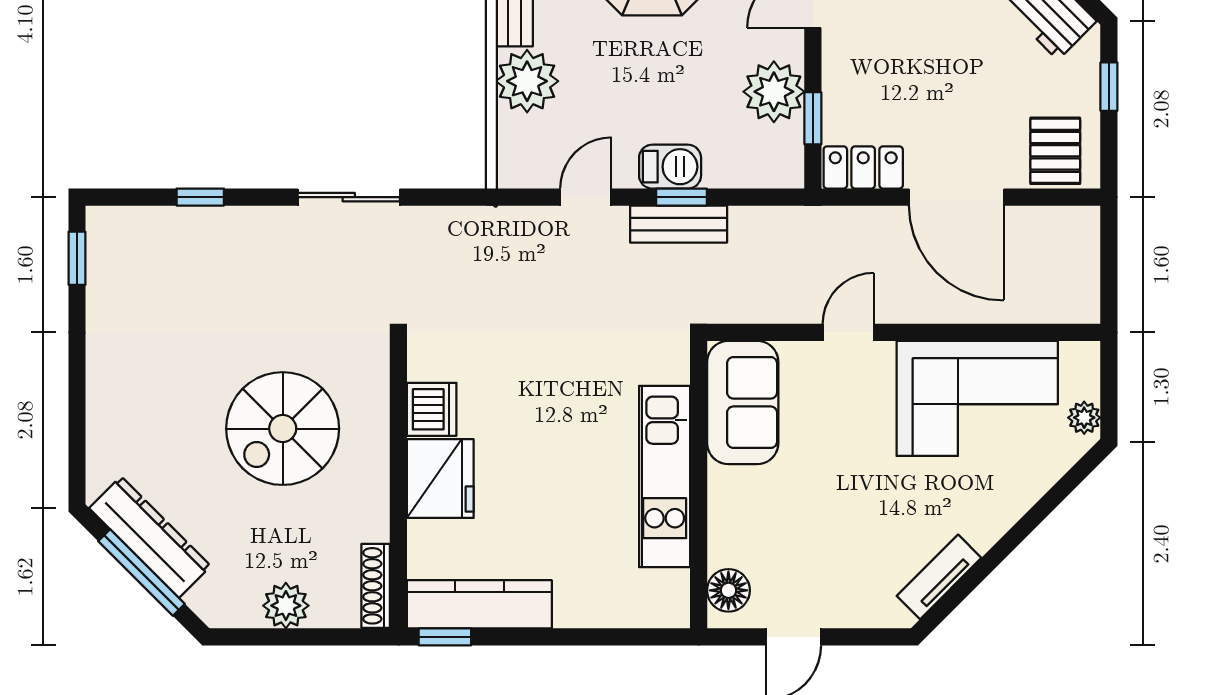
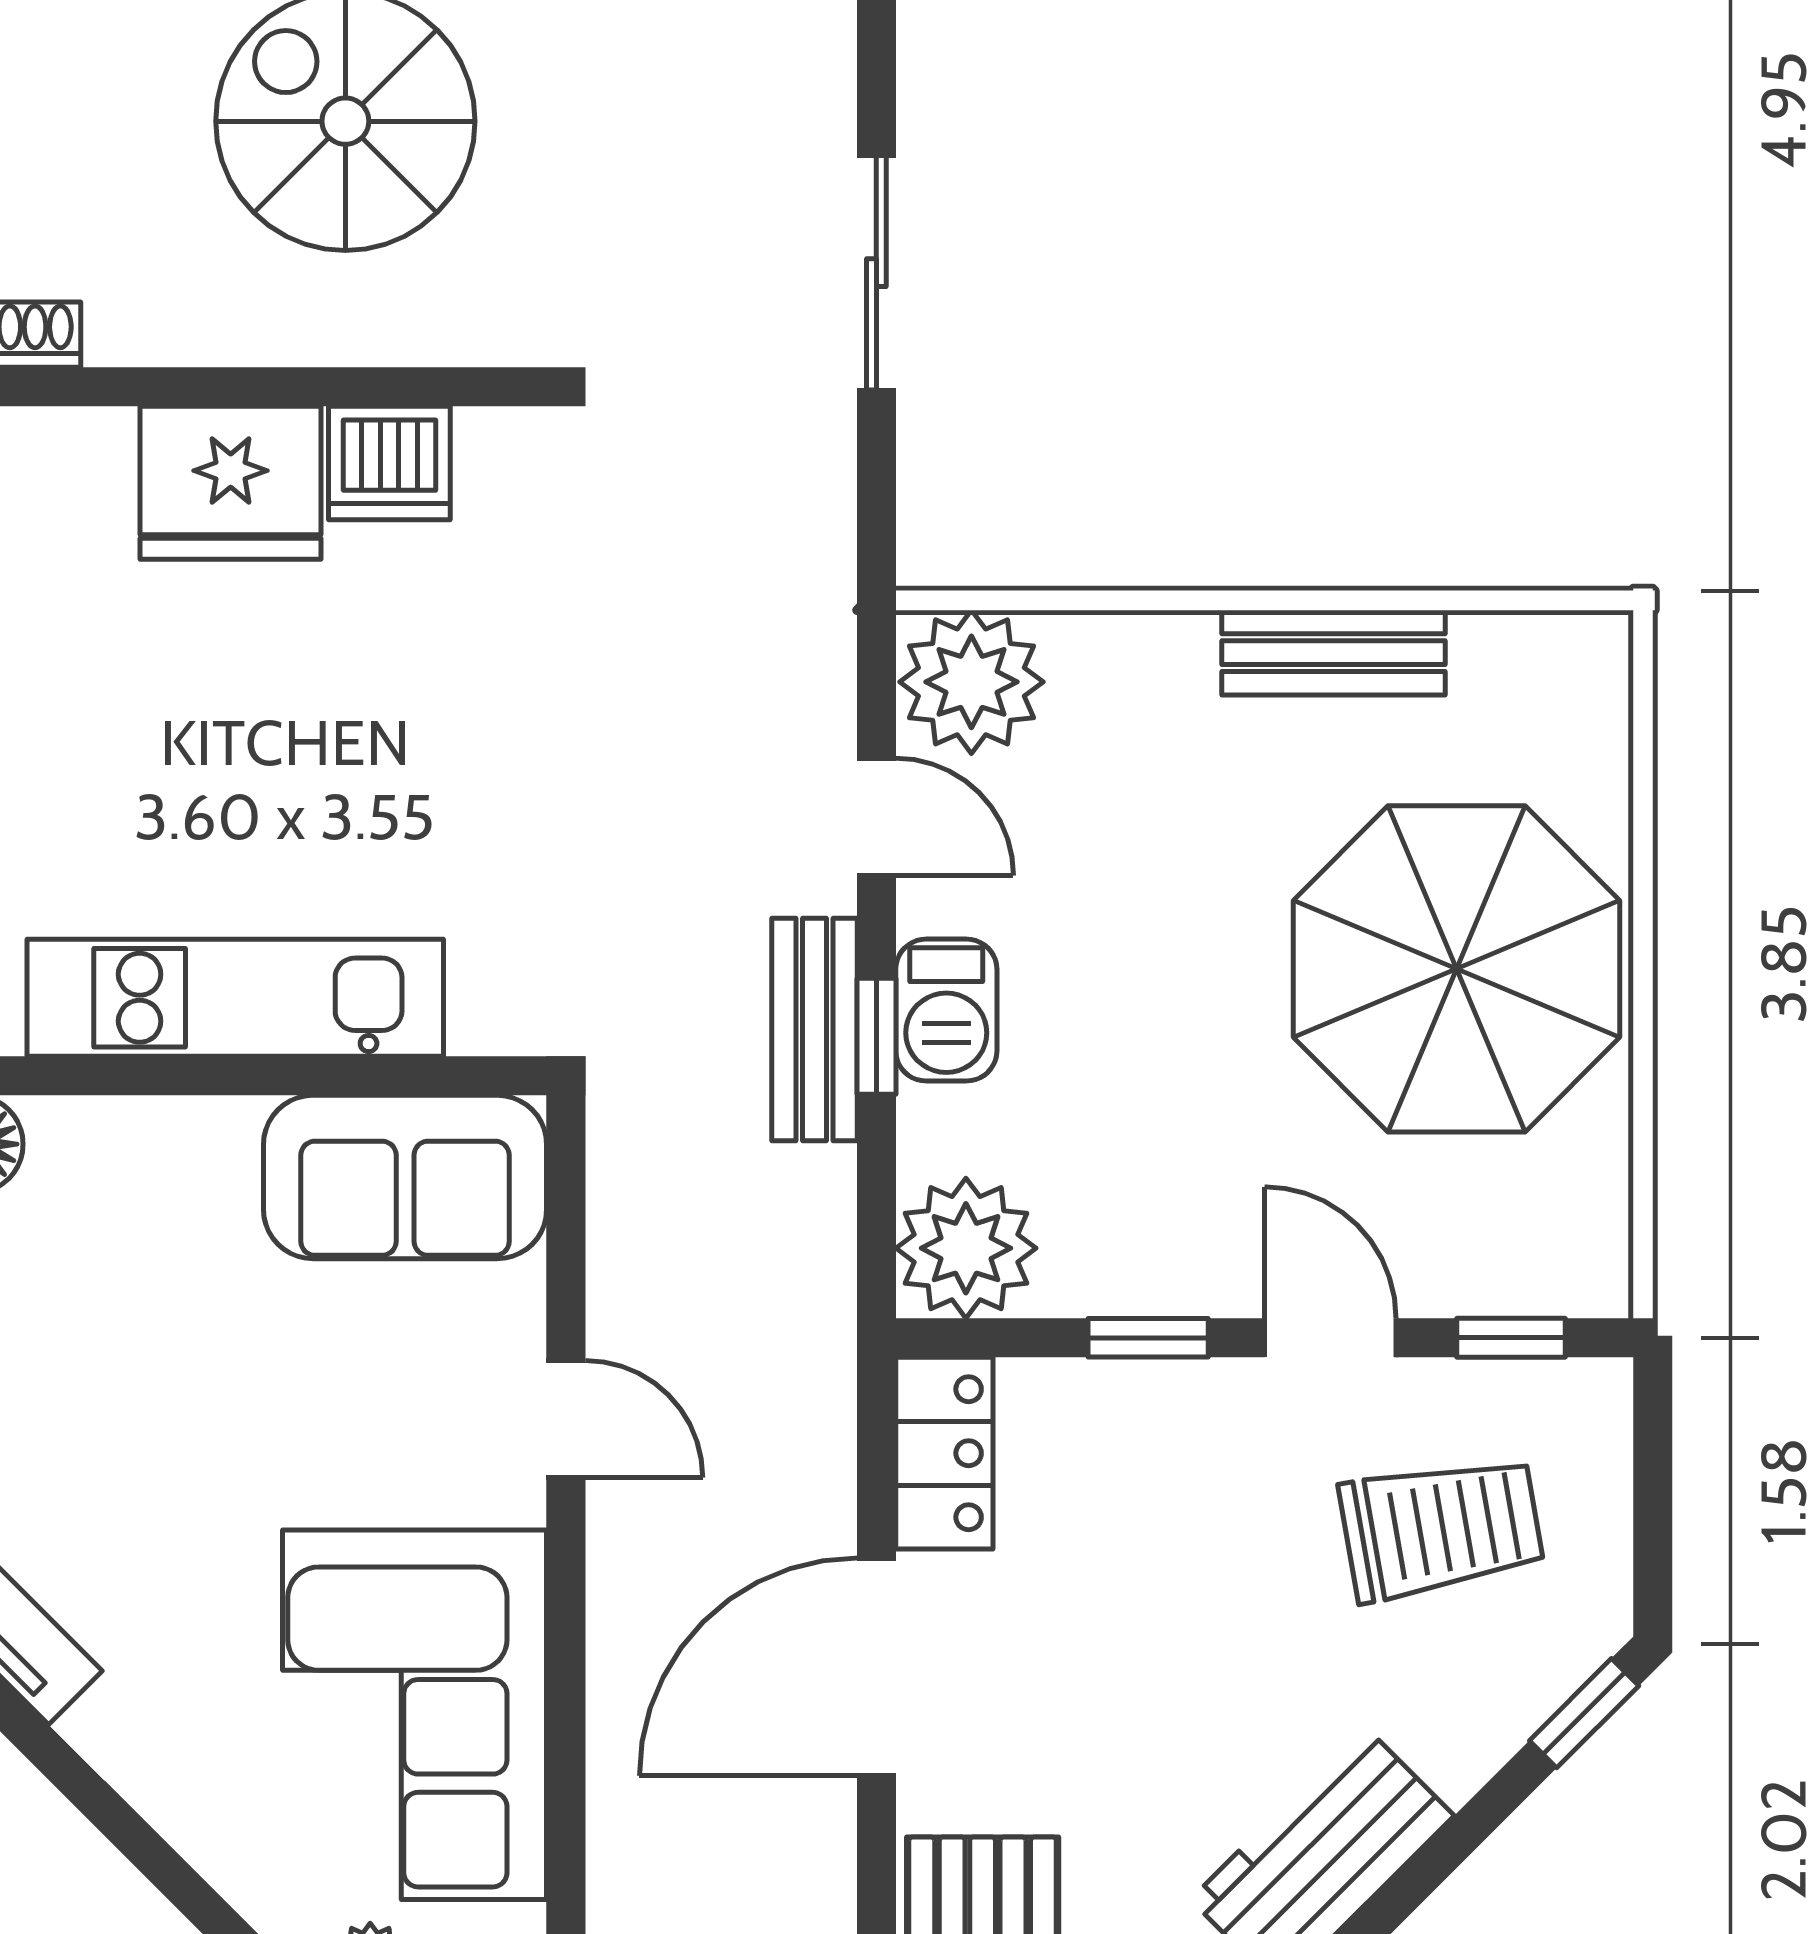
plant: (527, 81) -> (971, 682), moved
plant: (774, 92) -> (966, 1248), moved
window: (813, 118) -> (1148, 1338), moved

